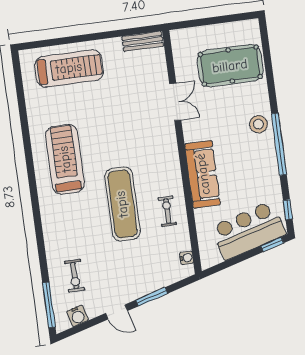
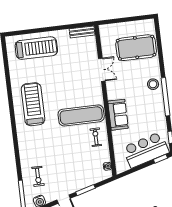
sofa: (203, 174) -> (118, 115), width x0.73
exercise mat: (122, 204) -> (81, 115), moved, turned 90

